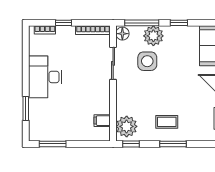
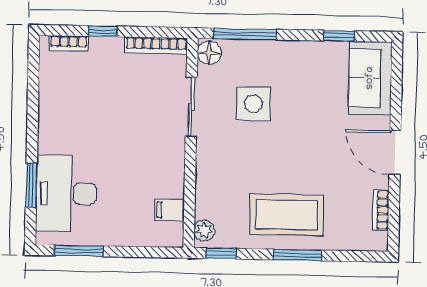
window: (179, 23) -> (339, 36), moved
plant: (153, 36) -> (266, 58), removed
desk: (45, 77) -> (66, 193), moved
coffee table: (167, 122) -> (287, 215), width x1.86, depth x1.72
plant: (127, 126) -> (204, 230), width x0.53, depth x0.53

